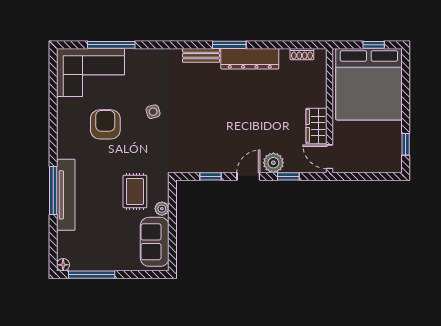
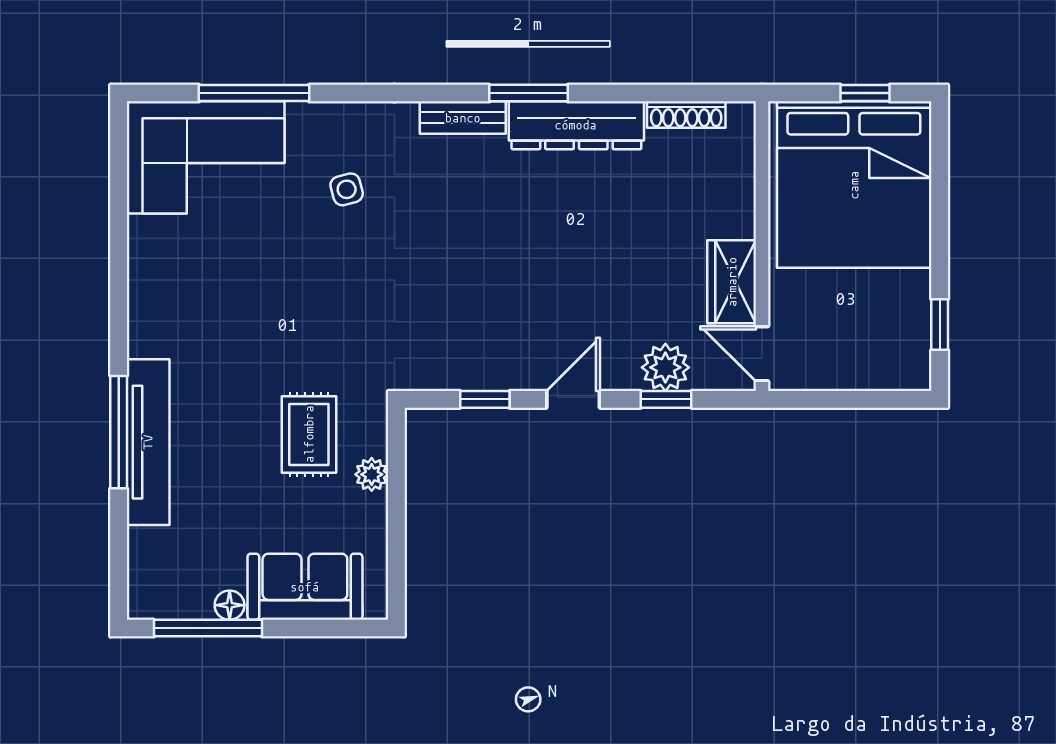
shoe rack: (302, 54) -> (686, 114), width x1.43
side table: (153, 112) -> (347, 189), moved
armchair: (105, 124) -> (240, 278), removed
plant: (273, 163) -> (665, 367), moved
sofa: (155, 242) -> (305, 587), moved, turned 90
floor lamp: (63, 265) -> (230, 605), moved

